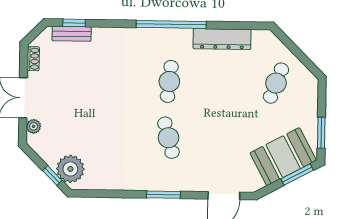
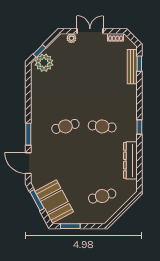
window: (171, 24) -> (139, 127), width x0.32
bench: (72, 34) -> (132, 67), width x1.36
cafe table: (276, 83) -> (102, 196), turned -36
window: (297, 175) -> (37, 200), moved
window: (163, 195) -> (28, 134), moved

